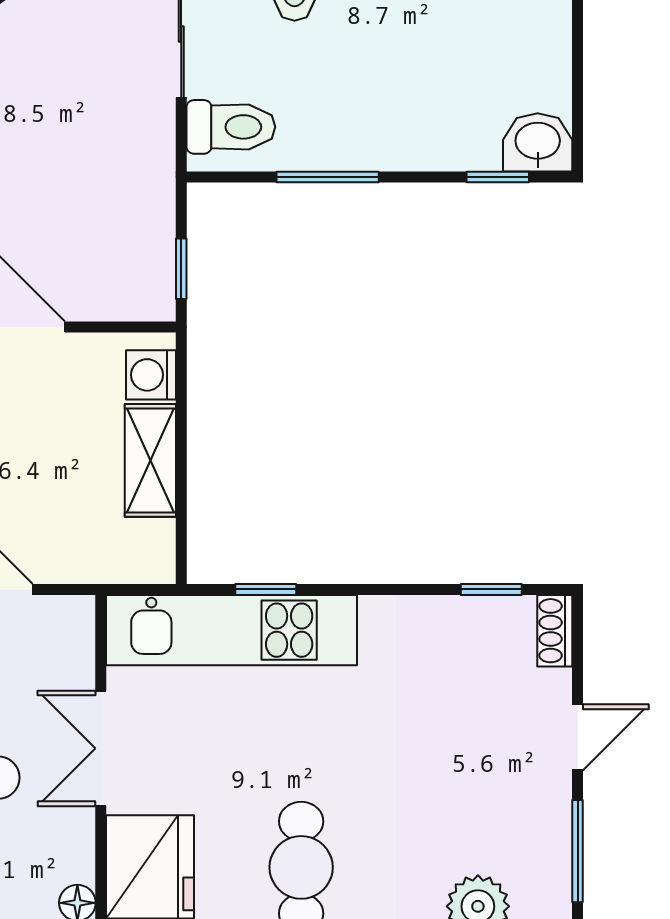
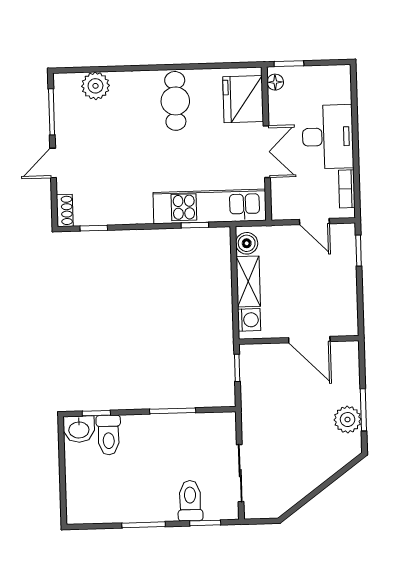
toilet: (231, 127) -> (109, 435), moved, turned -90
boiler: (151, 546) -> (247, 243), added

